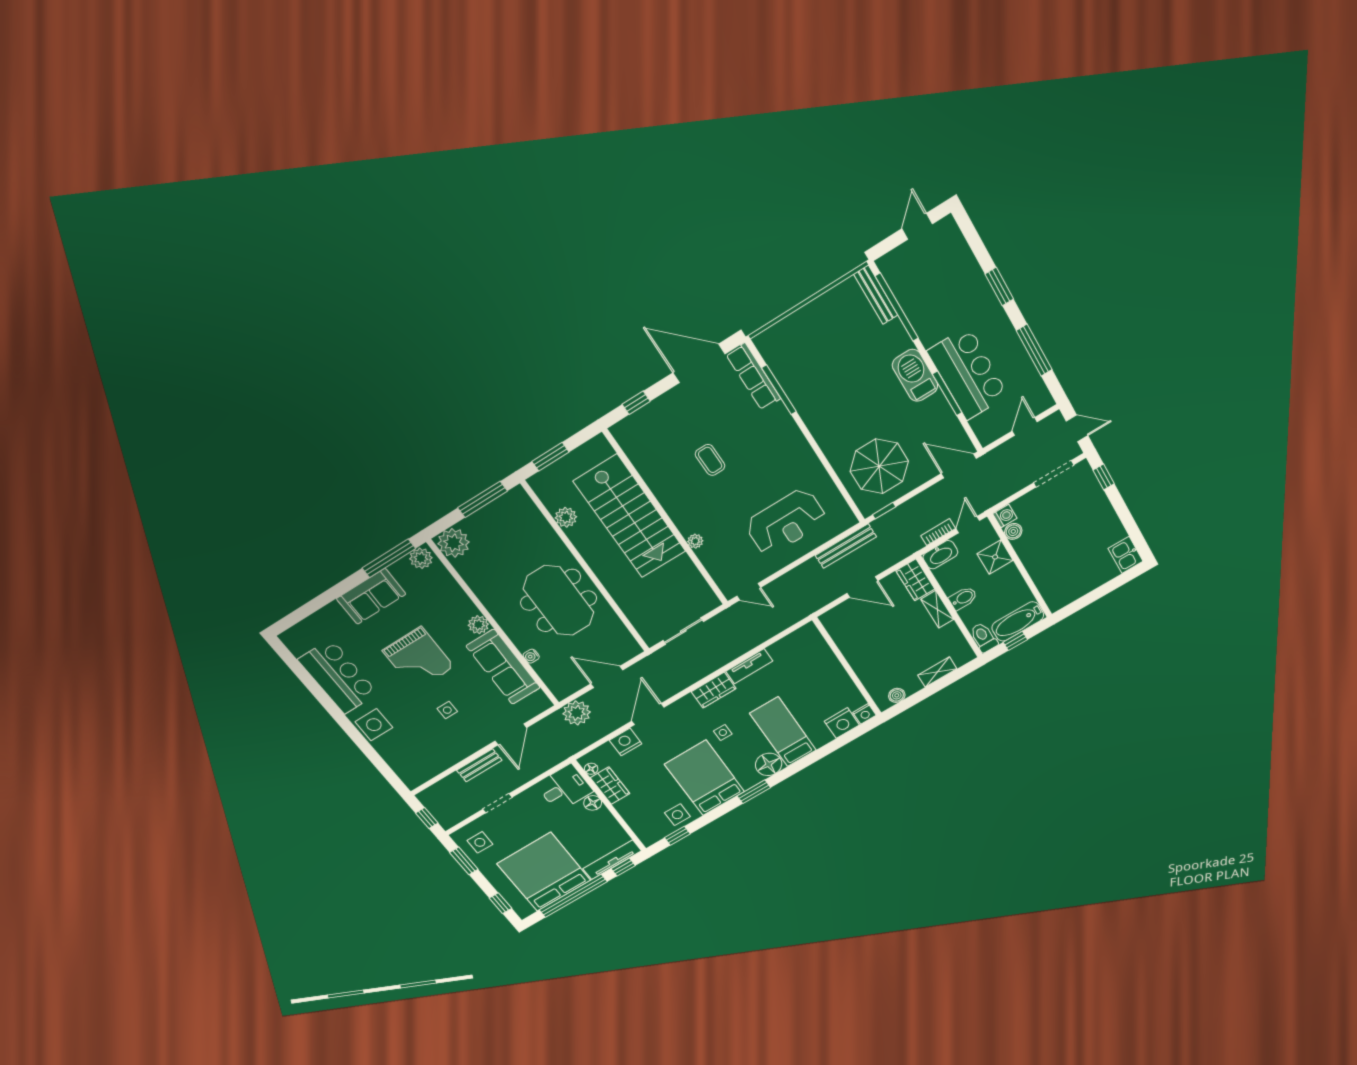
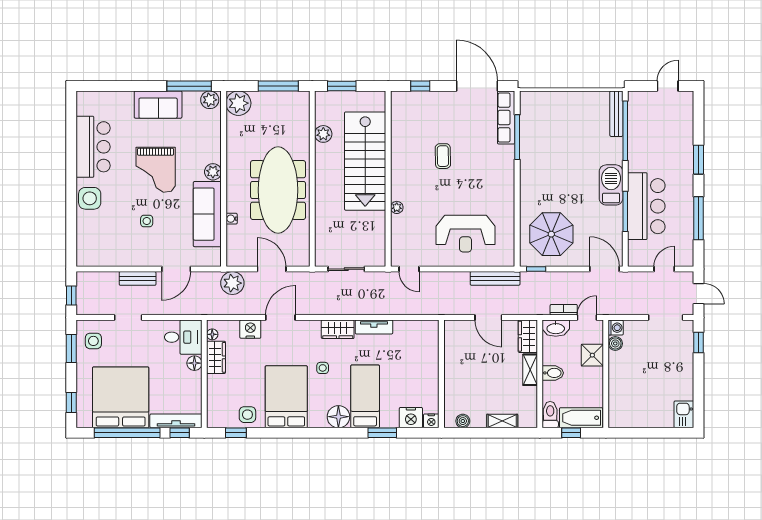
meeting table: (559, 601) -> (278, 190), width x1.36
window: (754, 792) -> (382, 433), moved

